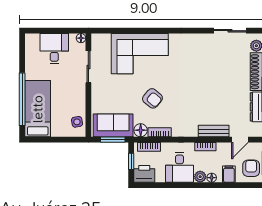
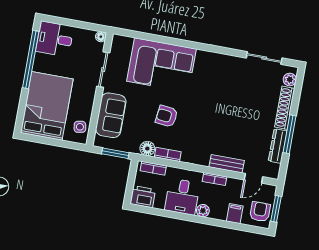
desk: (54, 49) -> (55, 39), moved, turned -90
armchair: (152, 98) -> (167, 116), turned 147
window: (22, 99) -> (31, 60), moved
bed: (38, 109) -> (47, 106), width x1.50
sofa: (113, 125) -> (111, 115), moved, turned 90
window: (131, 161) -> (131, 181), removed
floor lamp: (212, 178) -> (215, 214), removed

